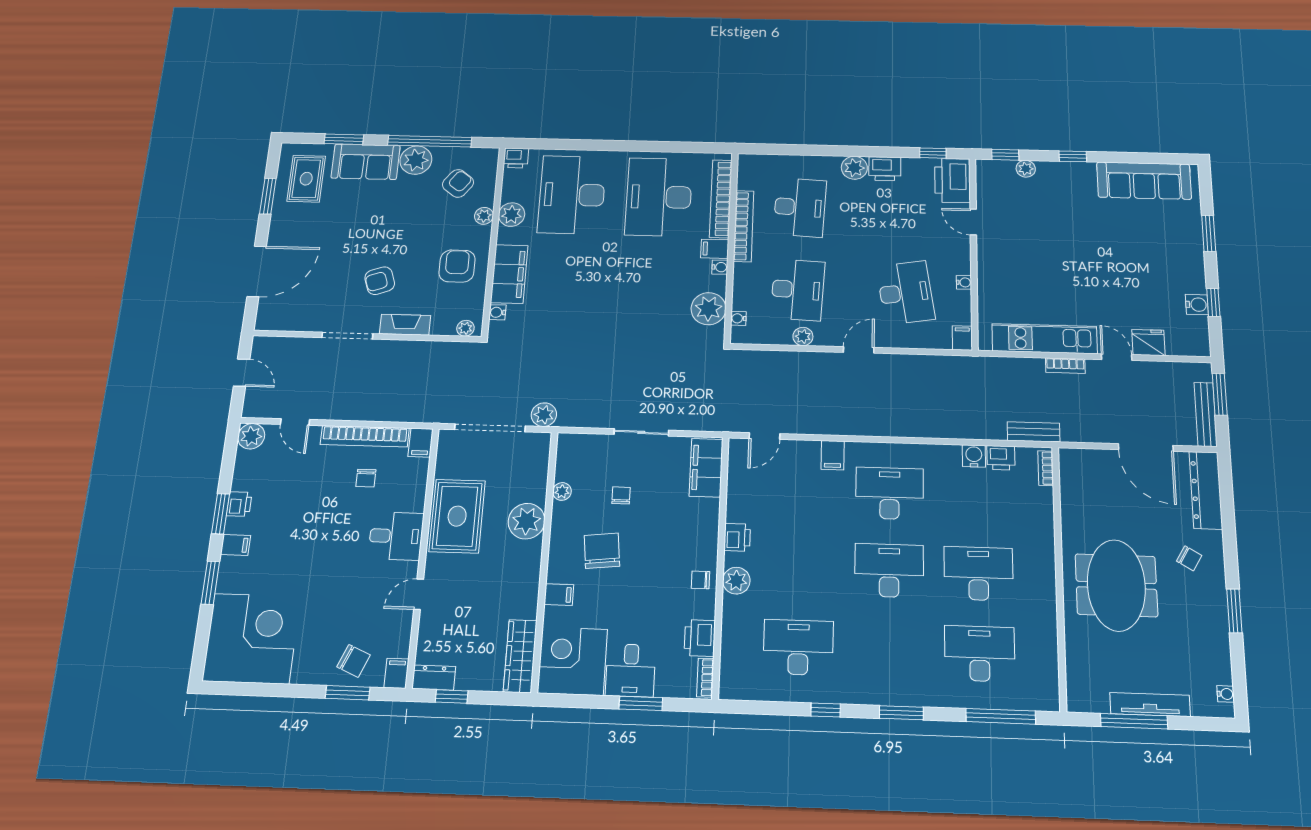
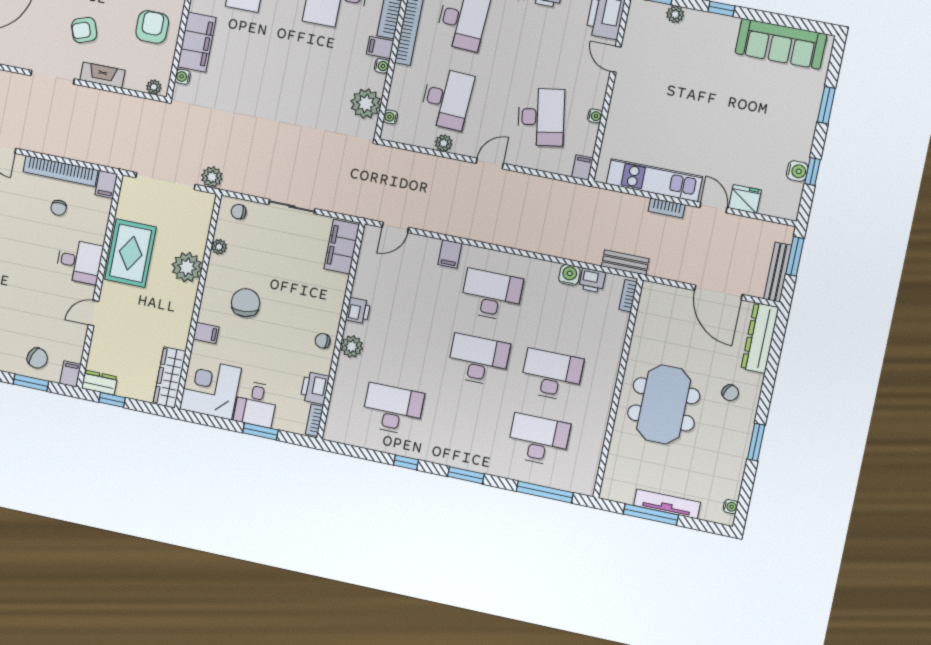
chair: (621, 495) -> (239, 212), moved, turned -90

